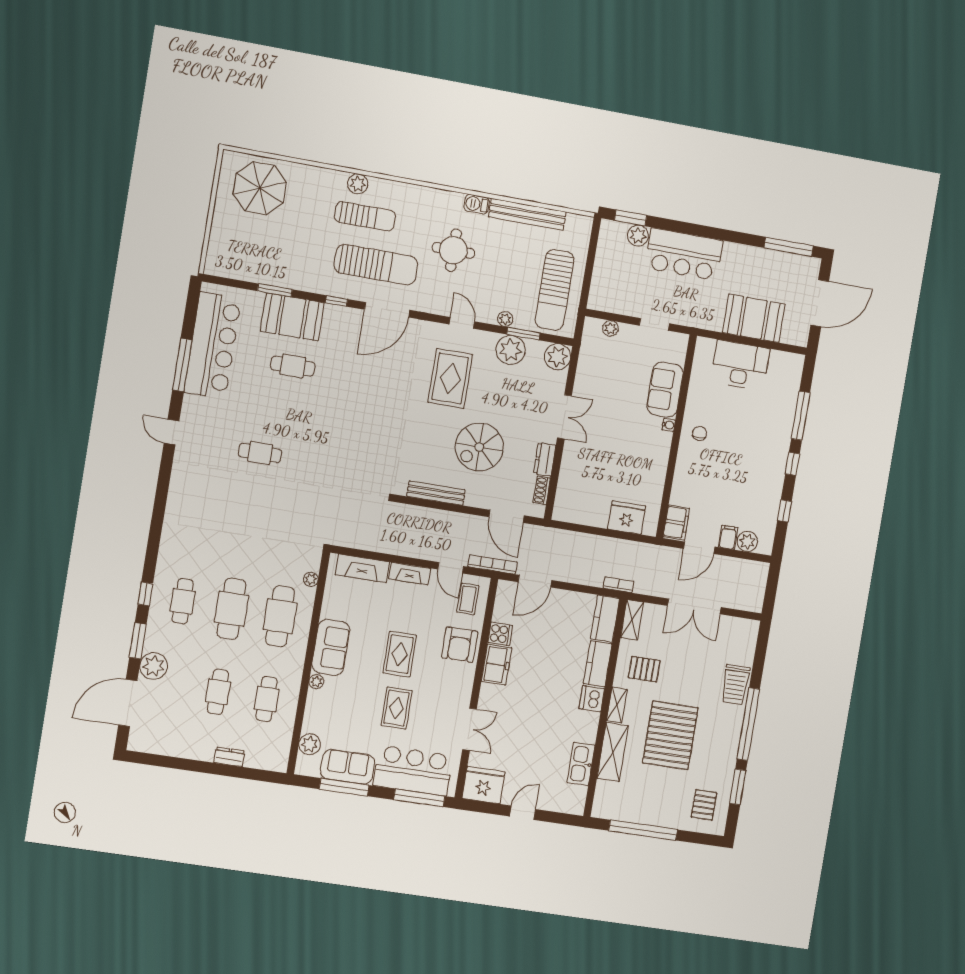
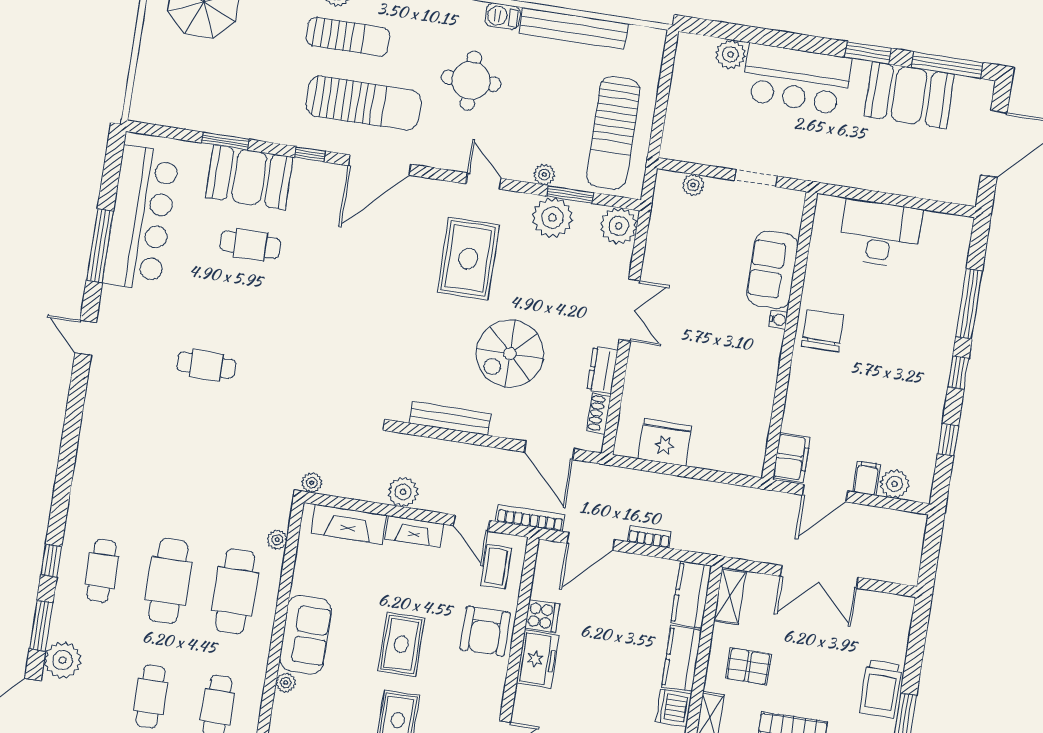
window: (631, 218) -> (868, 53), moved
booth: (754, 318) -> (909, 95), moved
chair: (700, 433) -> (823, 331), width x1.87, depth x1.87
fridge: (627, 517) -> (665, 442), moved
plant: (336, 538) -> (312, 483), added
plant: (402, 545) -> (403, 492), added
bookcase: (618, 585) -> (649, 537), moved

